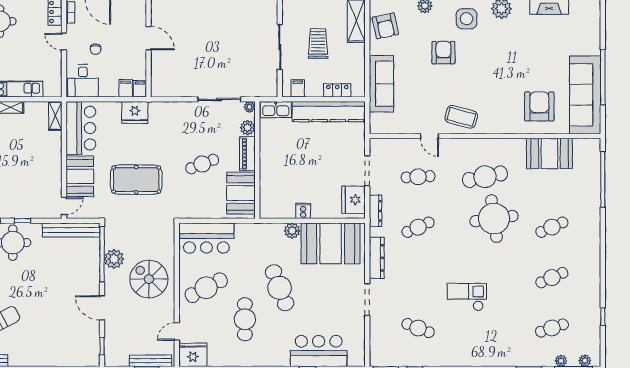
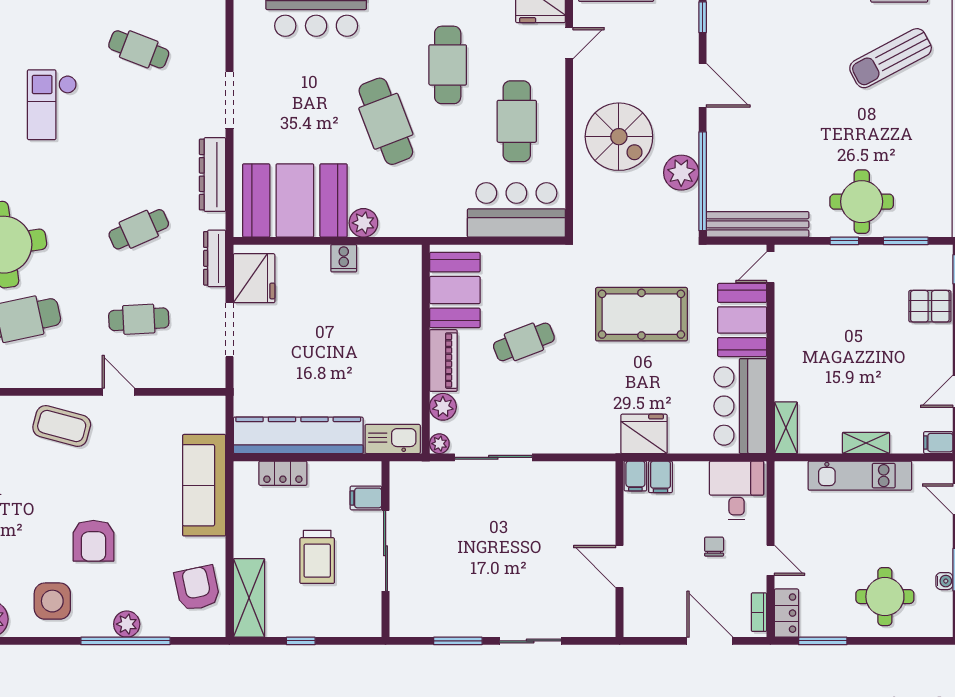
filing cabinet: (298, 88) -> (366, 498), moved, turned 90
cafe table: (206, 288) -> (517, 121), turned -62
checkout: (467, 297) -> (52, 105), turned 90

